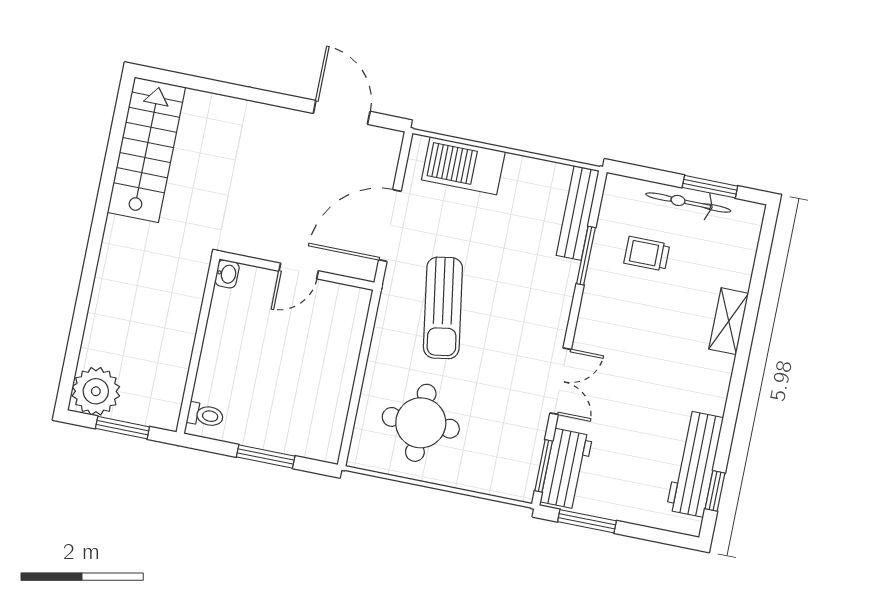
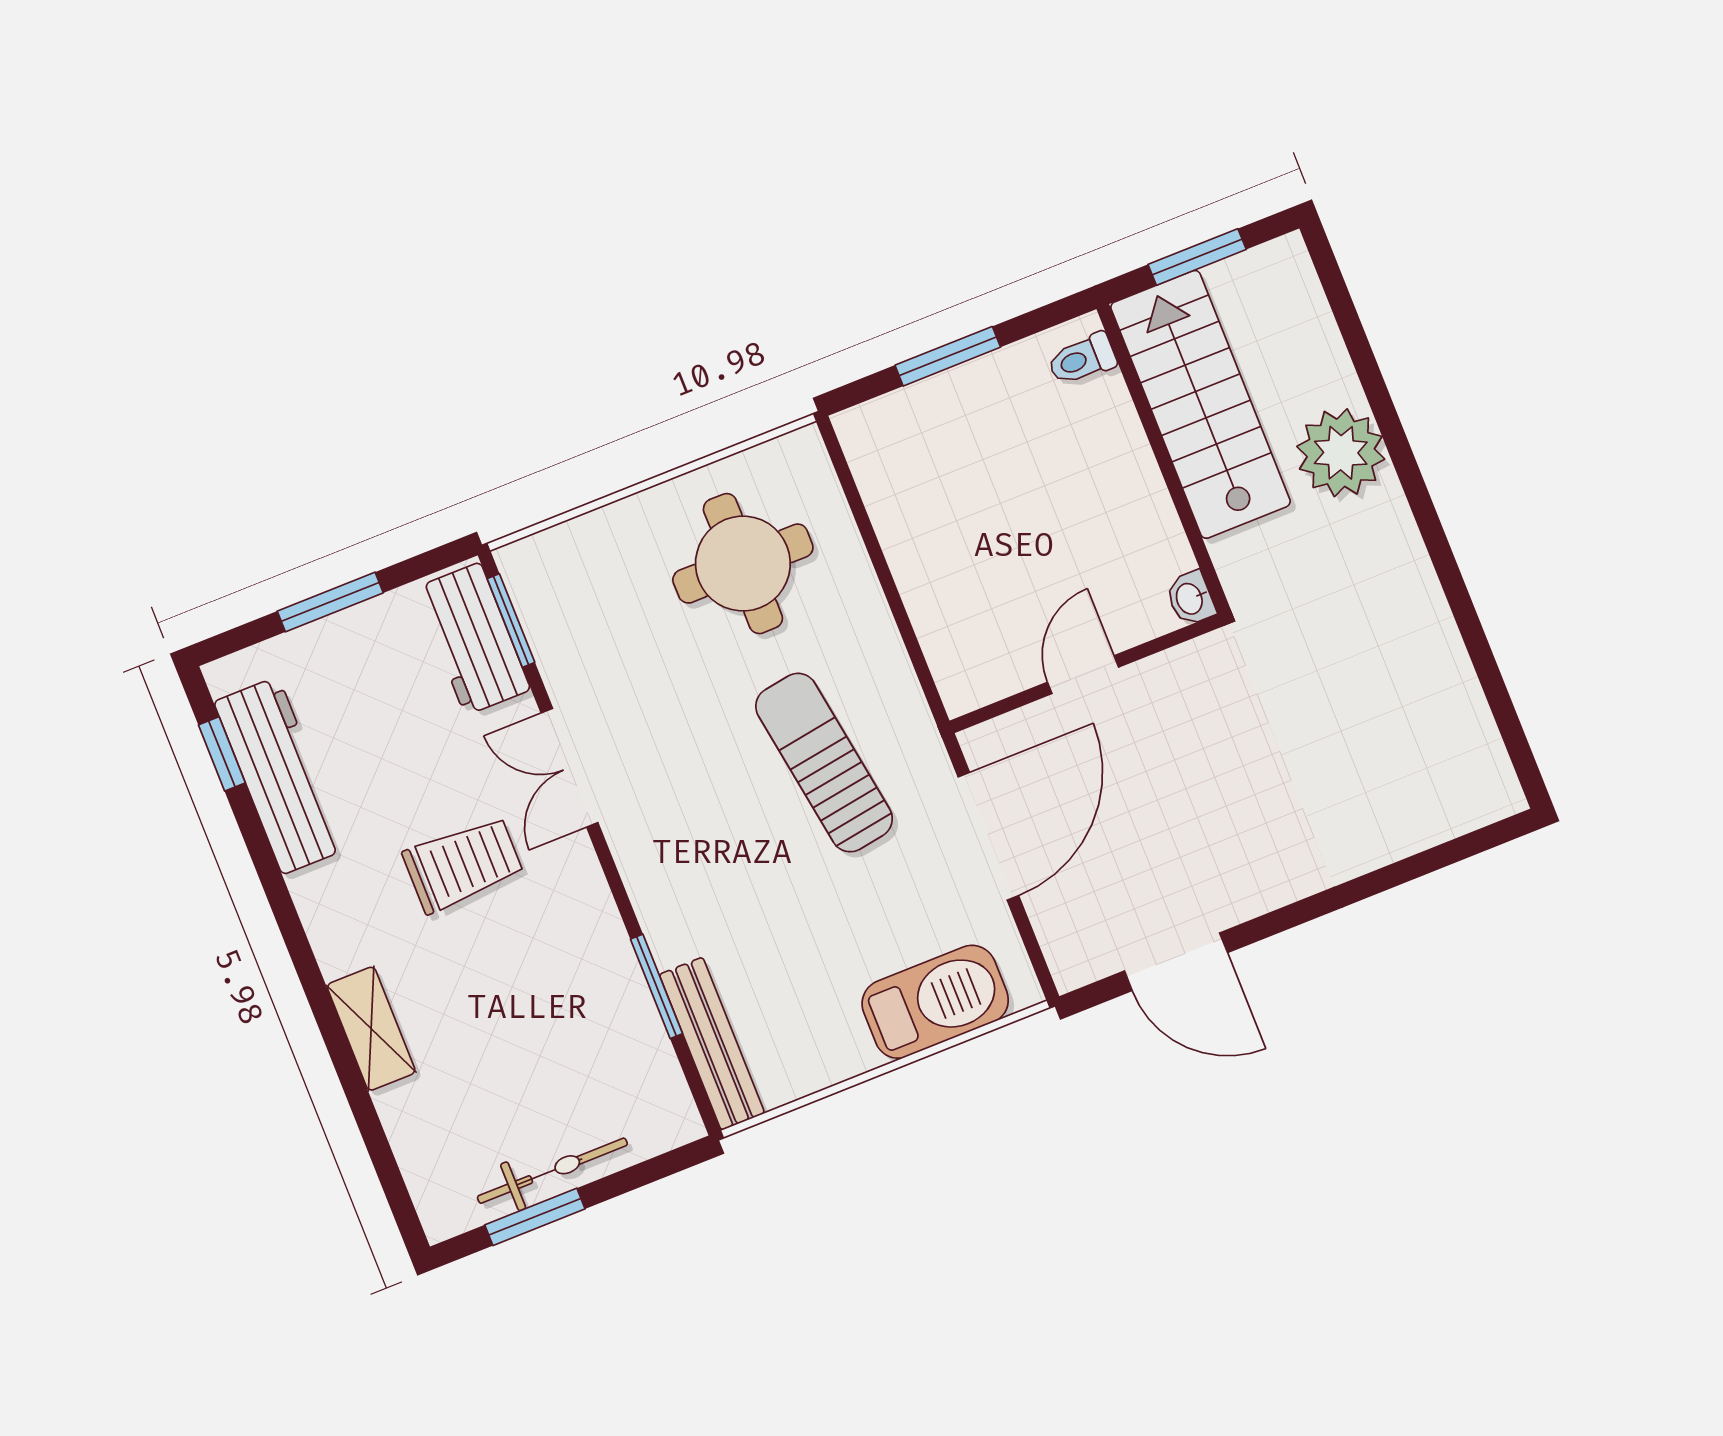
stairs: (146, 150) -> (1201, 404), moved, turned 180
trolley: (647, 254) -> (463, 864), moved, width x1.36, depth x1.39
plant: (96, 391) -> (1341, 453), moved
window: (587, 521) -> (330, 602), moved

